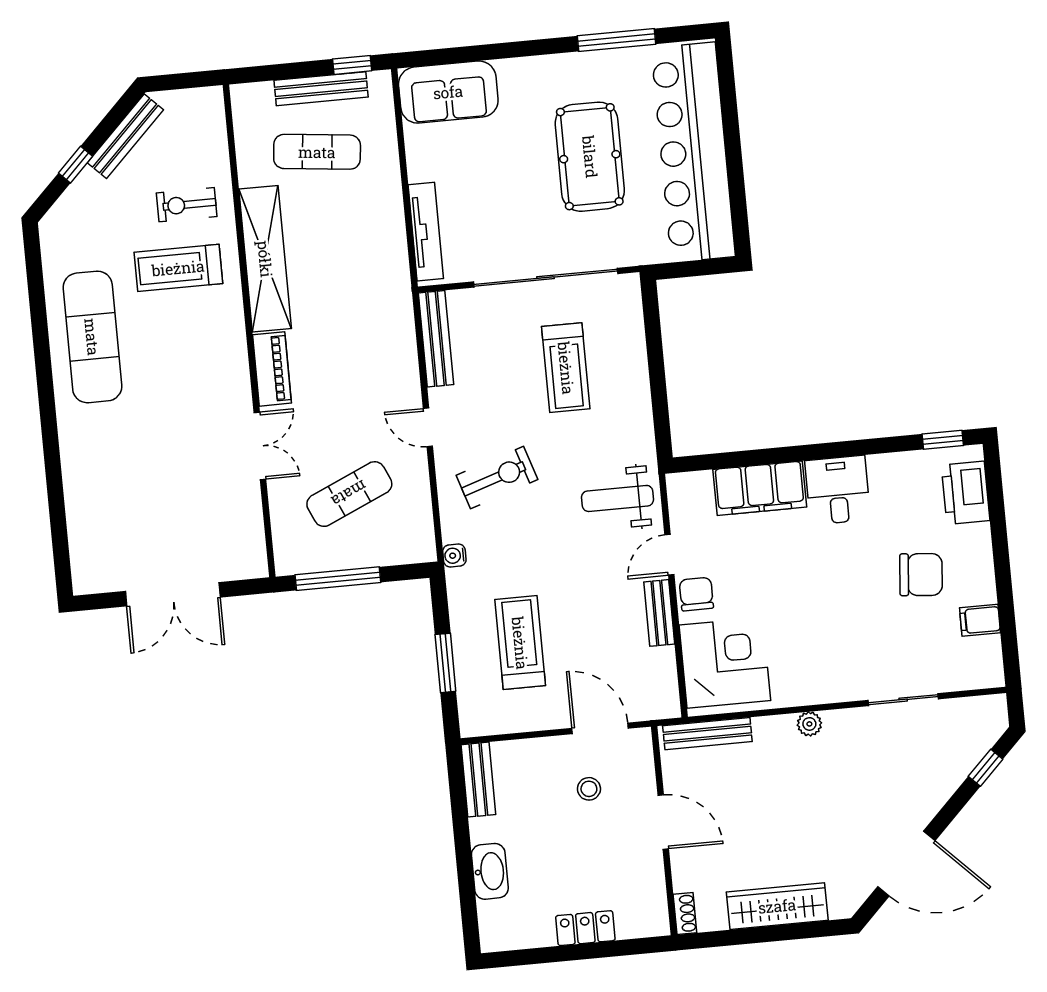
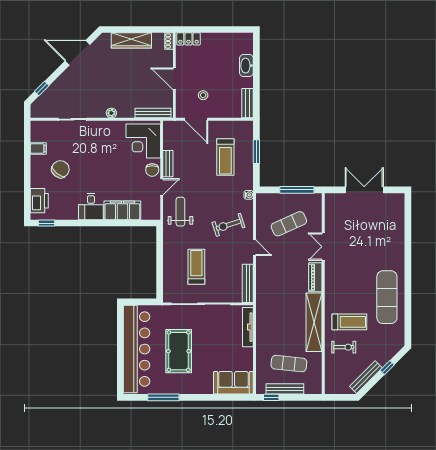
weight bench: (617, 498) -> (180, 212), turned -90
chair: (921, 575) -> (60, 169), turned 124
locker: (585, 928) -> (188, 39), moved

